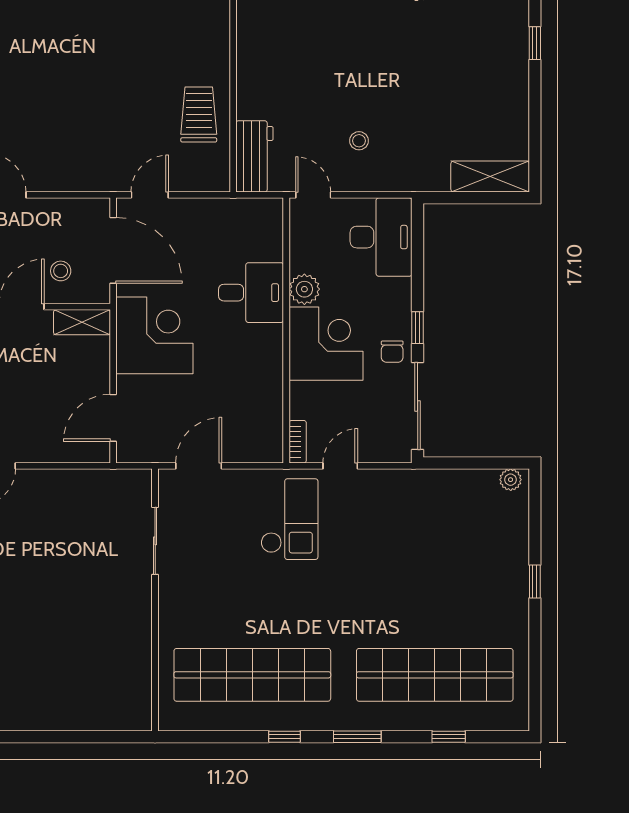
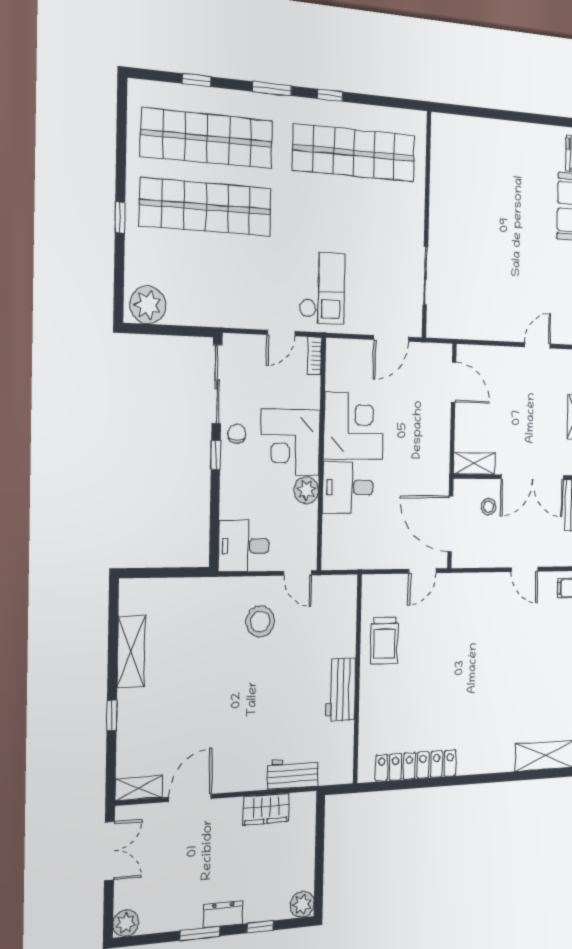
stool: (359, 141) -> (260, 622), width x1.89, depth x1.89
workbench: (254, 156) -> (341, 689), moved
shelving: (490, 177) -> (131, 652), moved, turned 90
desk: (381, 237) -> (244, 546), width x0.73
corner desk: (154, 335) -> (354, 426), moved, turned 180
door: (113, 418) -> (454, 382), hinge flipped
plant: (511, 480) -> (148, 305), width x1.88, depth x1.88
checkout: (289, 519) -> (322, 288), turned 180
shop shelf: (435, 600) -> (206, 207), added

